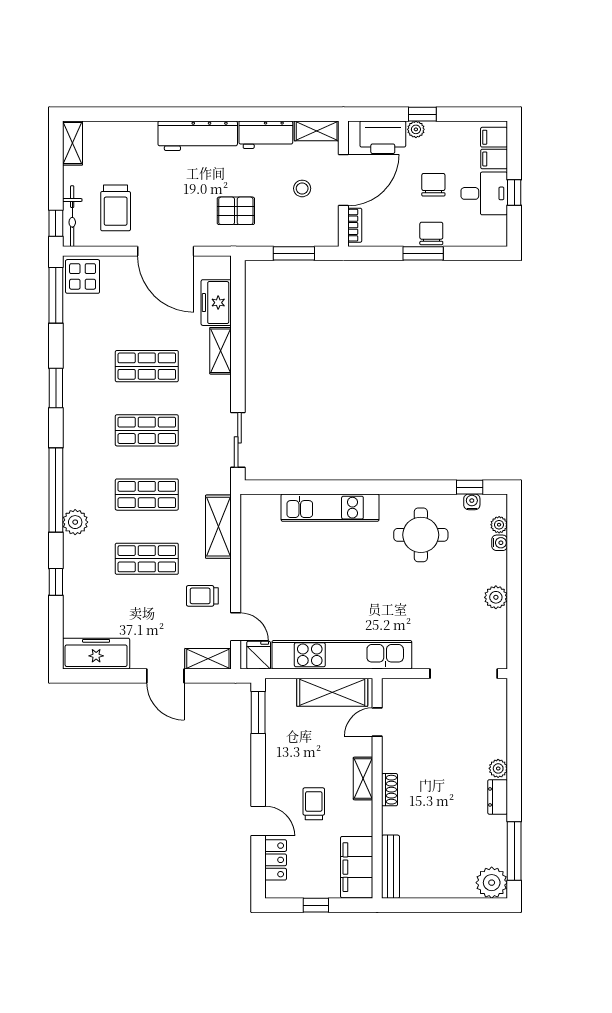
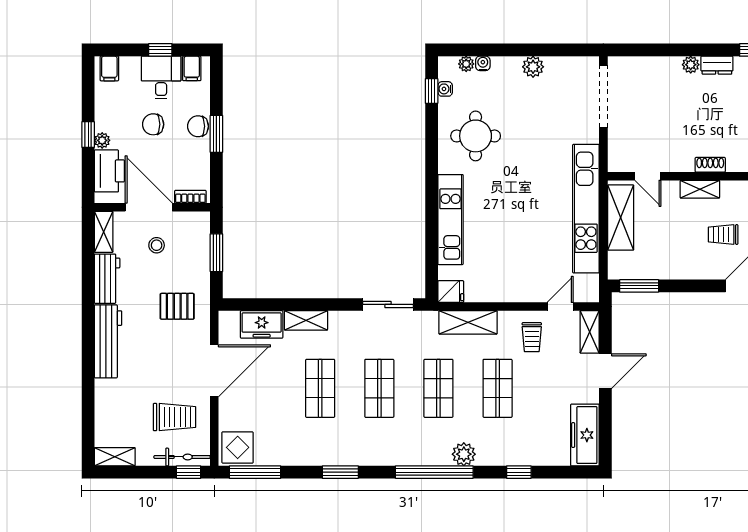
filing cabinet: (494, 159) -> (192, 68), moved
pallet: (236, 211) -> (177, 306), turned 90
fridge: (259, 655) -> (451, 292), moved, turned 180

